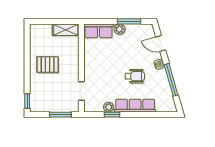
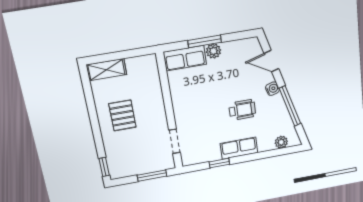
window: (129, 21) -> (205, 41), moved
shelving: (66, 30) -> (106, 70), moved
pallet: (48, 65) -> (122, 115), turned 90
row of seats: (135, 106) -> (239, 148), width x0.68
plant: (109, 107) -> (281, 142), moved

